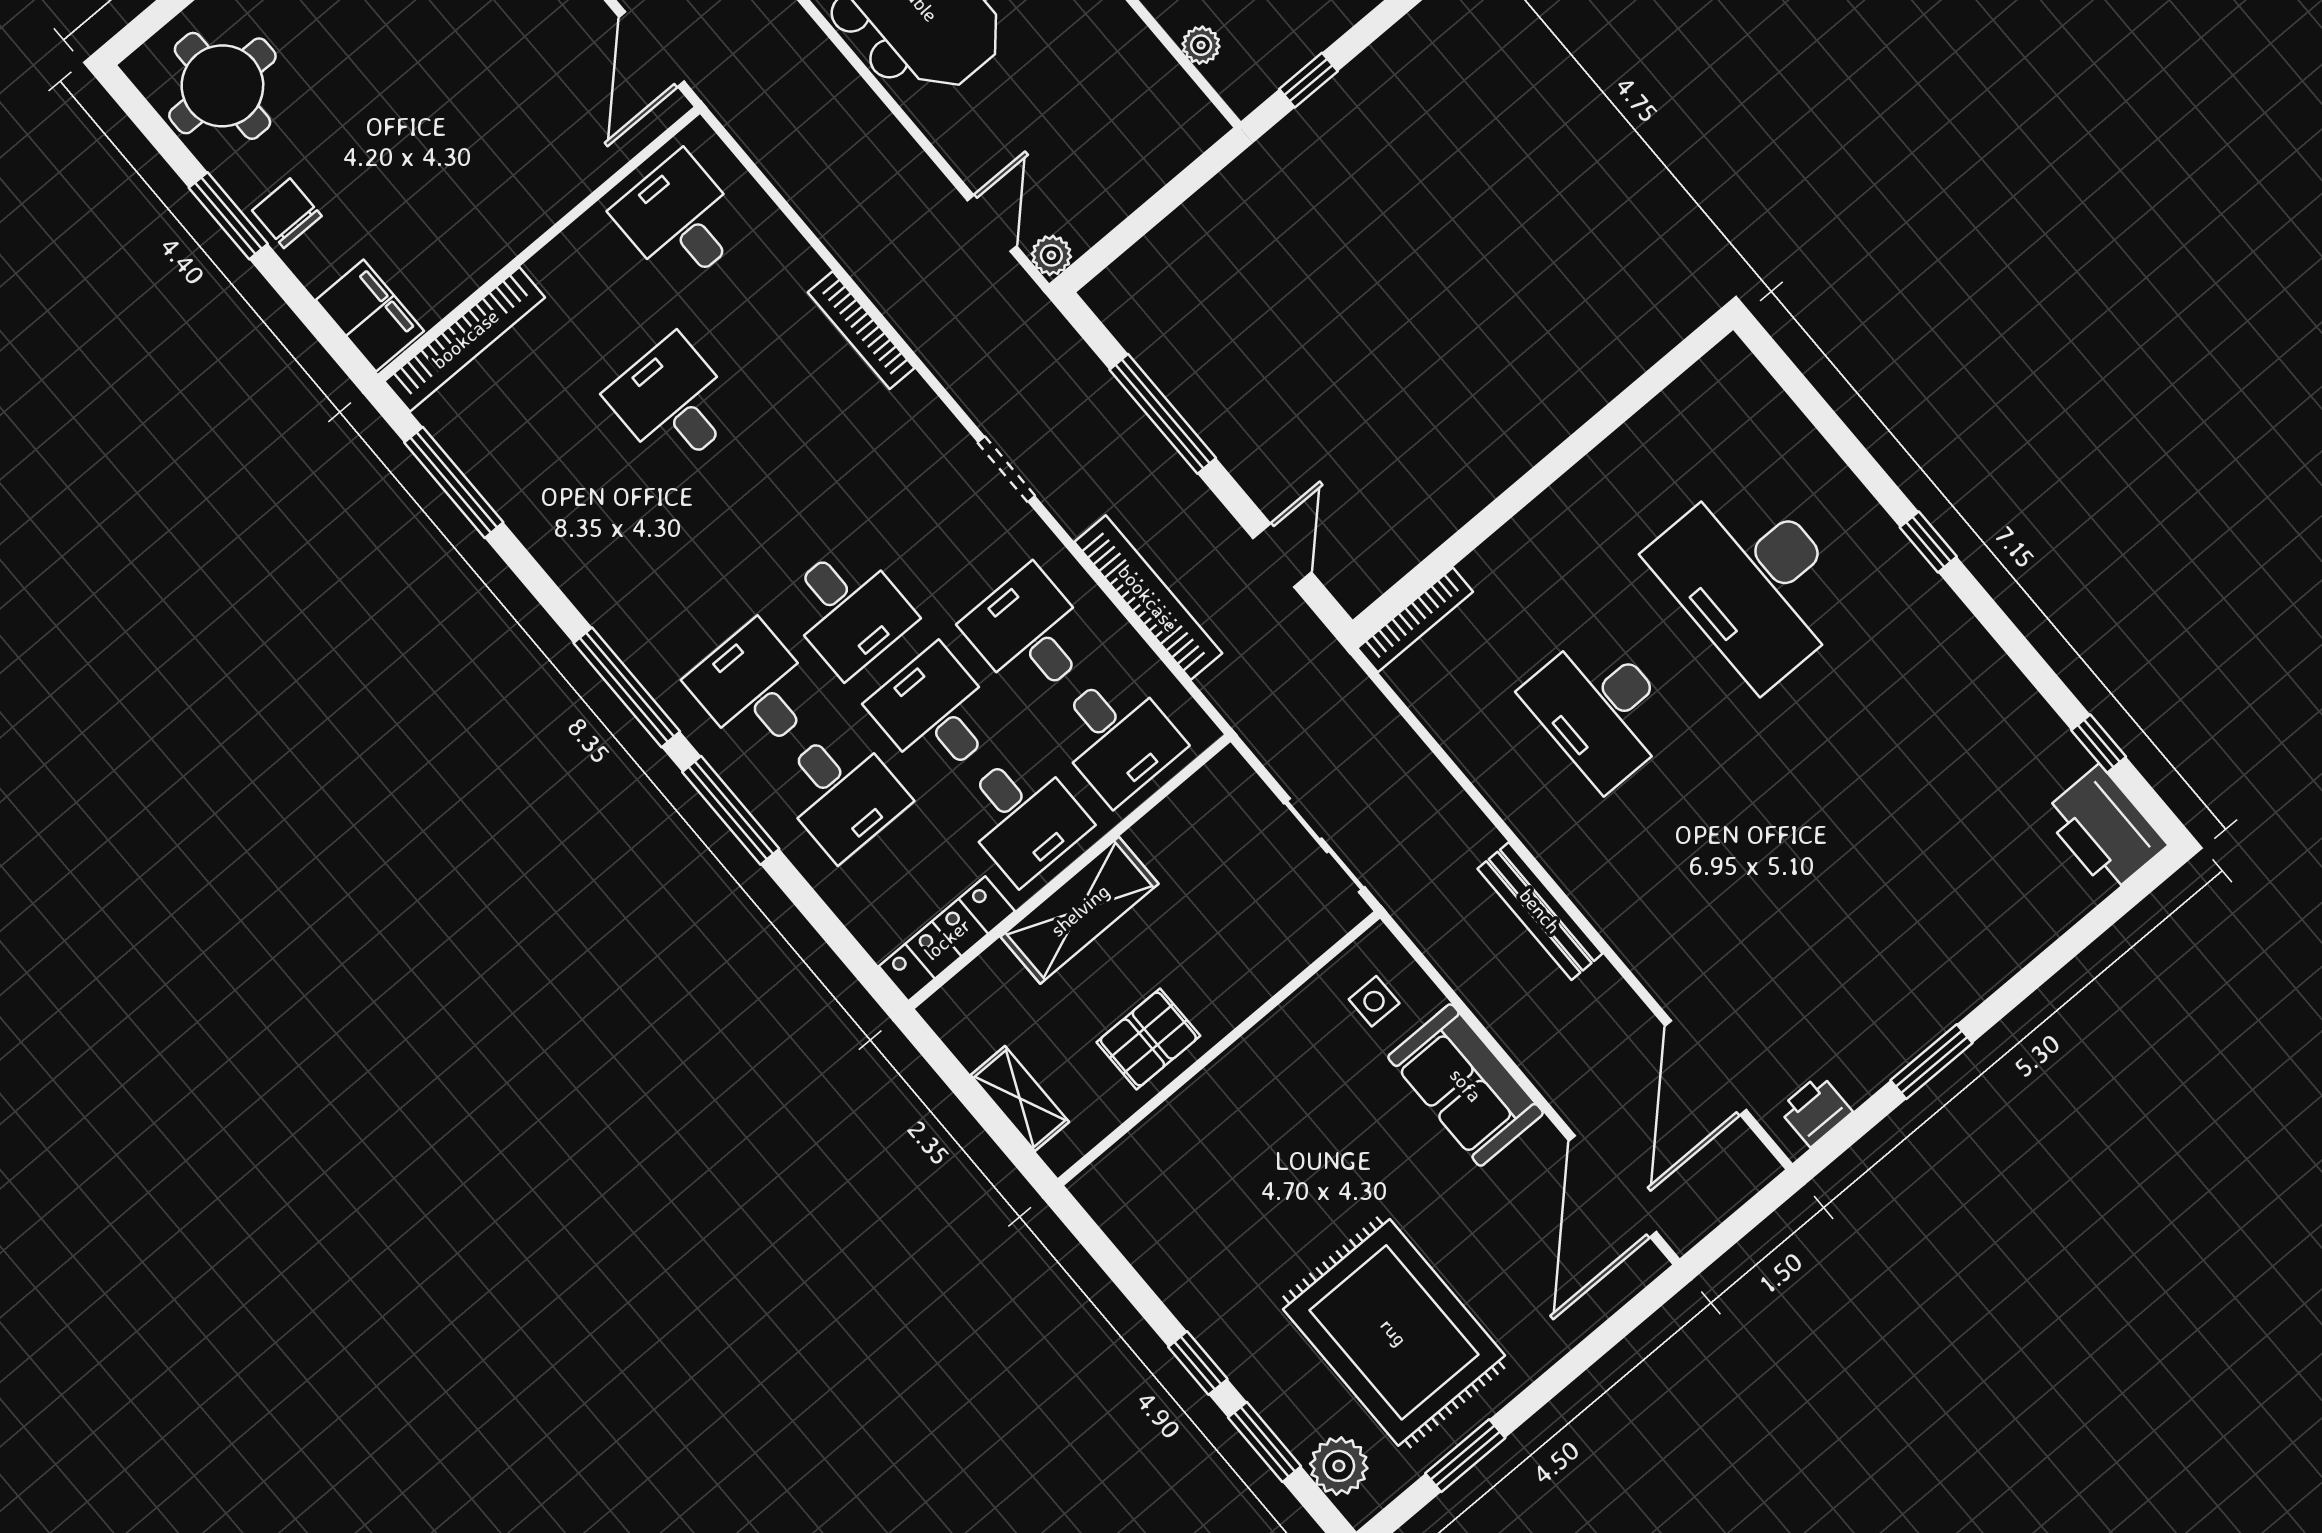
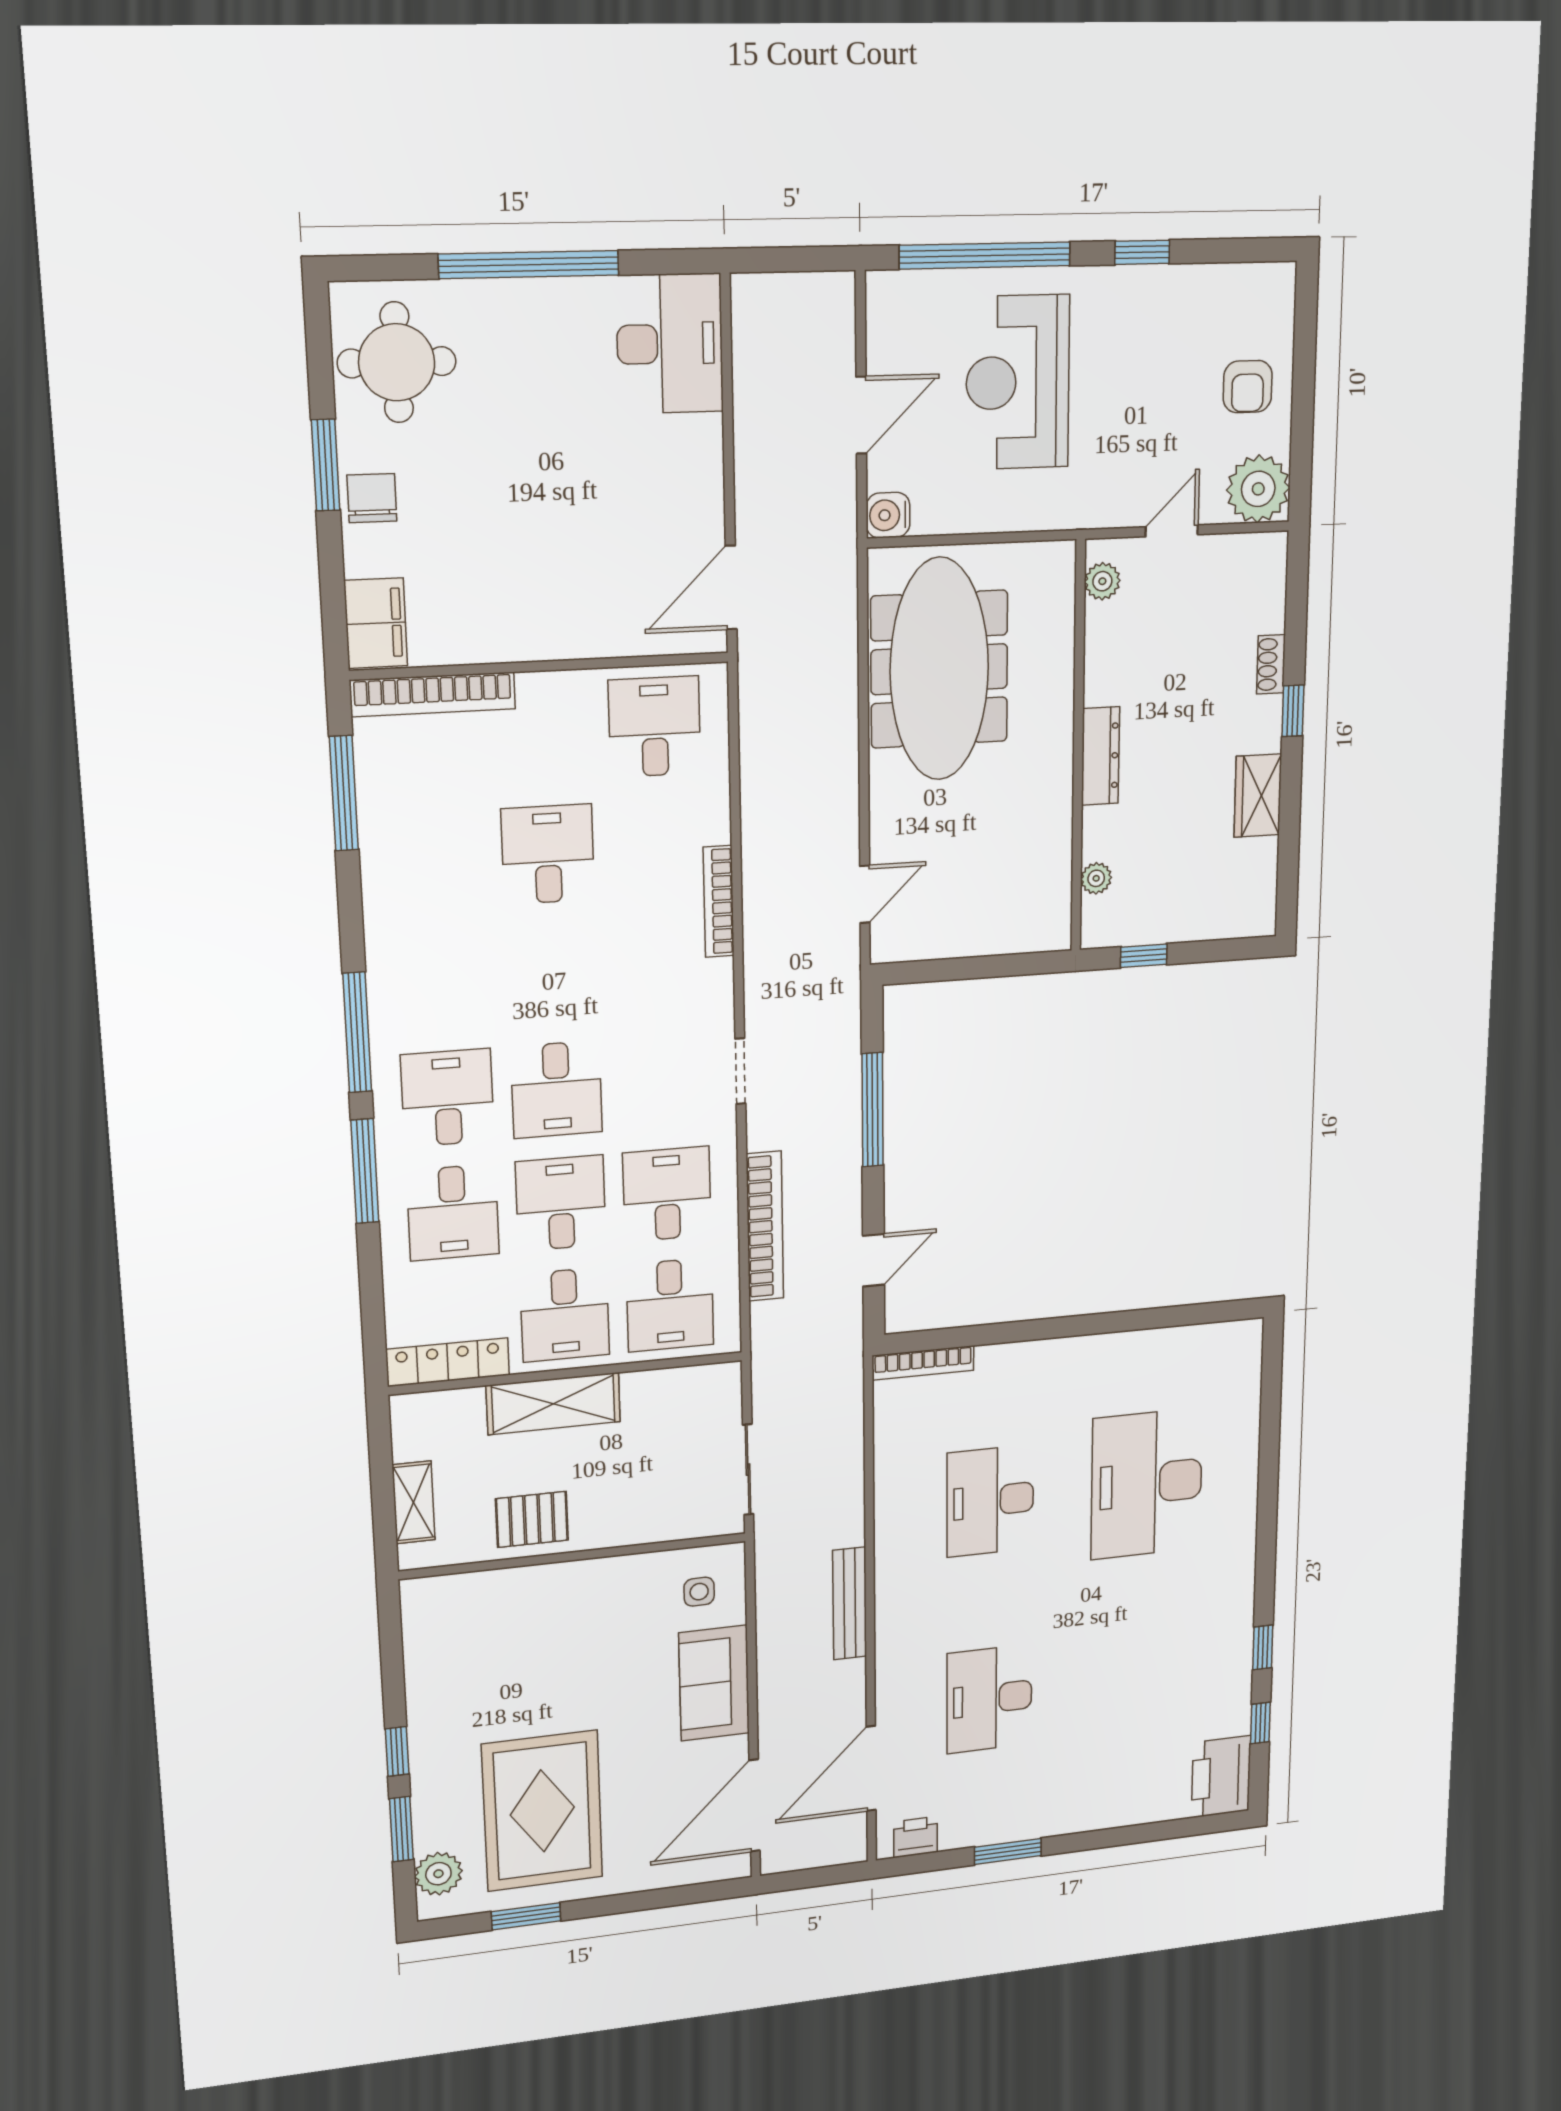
plant: (1051, 255) -> (886, 947), removed
window: (1928, 542) -> (1263, 1648), moved
desk: (1773, 913) -> (989, 1699), added

